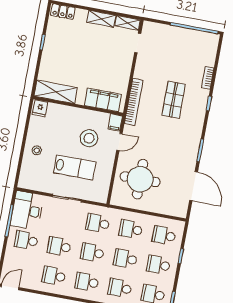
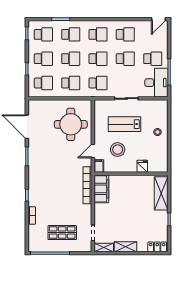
shelving: (56, 92) -> (161, 193), moved, turned 90
filing cabinet: (103, 100) -> (101, 189), moved, turned -90
shop shelf: (174, 100) -> (62, 233), moved, turned 90
fridge: (40, 108) -> (142, 166), moved

